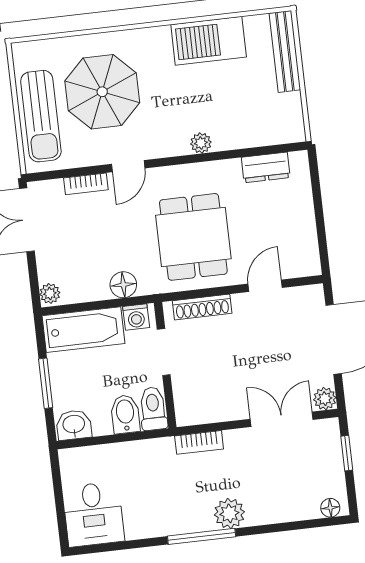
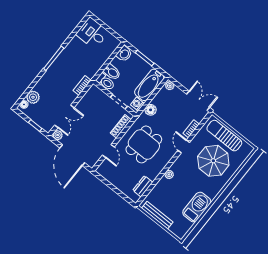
bench: (285, 51) -> (157, 215), moved
dining table: (193, 237) -> (144, 144), turned 90
plant: (229, 513) -> (33, 97), moved

